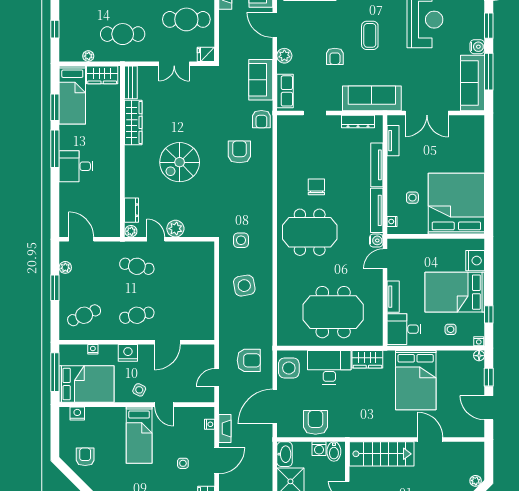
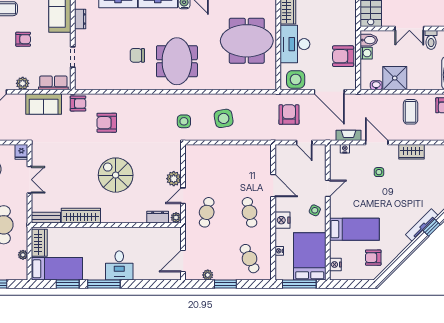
dresser: (358, 122) -> (80, 19), width x0.70
spiral stairs: (180, 162) -> (116, 175), turned 180
meeting table: (333, 312) -> (247, 41), turned 90
bed: (139, 435) -> (354, 229), moved
washbasin: (285, 454) -> (376, 85), width x0.52, depth x0.69

